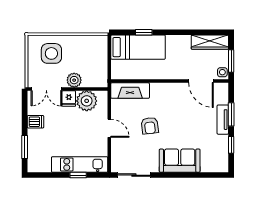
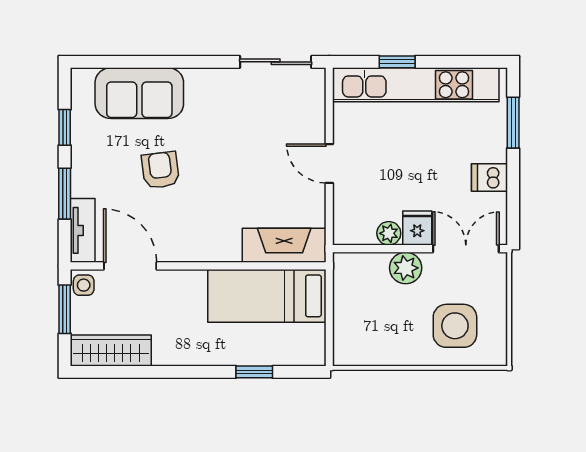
bed: (138, 47) -> (267, 296), moved
plant: (87, 101) -> (389, 233), width x0.53, depth x0.53
tv unit: (223, 120) -> (83, 230), moved
armchair: (150, 126) -> (160, 170), moved
sofa: (180, 161) -> (139, 93), moved
kitchen unit: (80, 164) -> (416, 85), width x1.36

